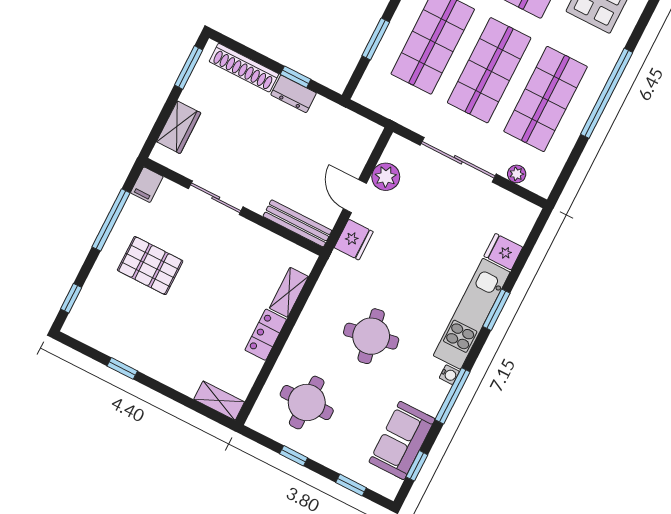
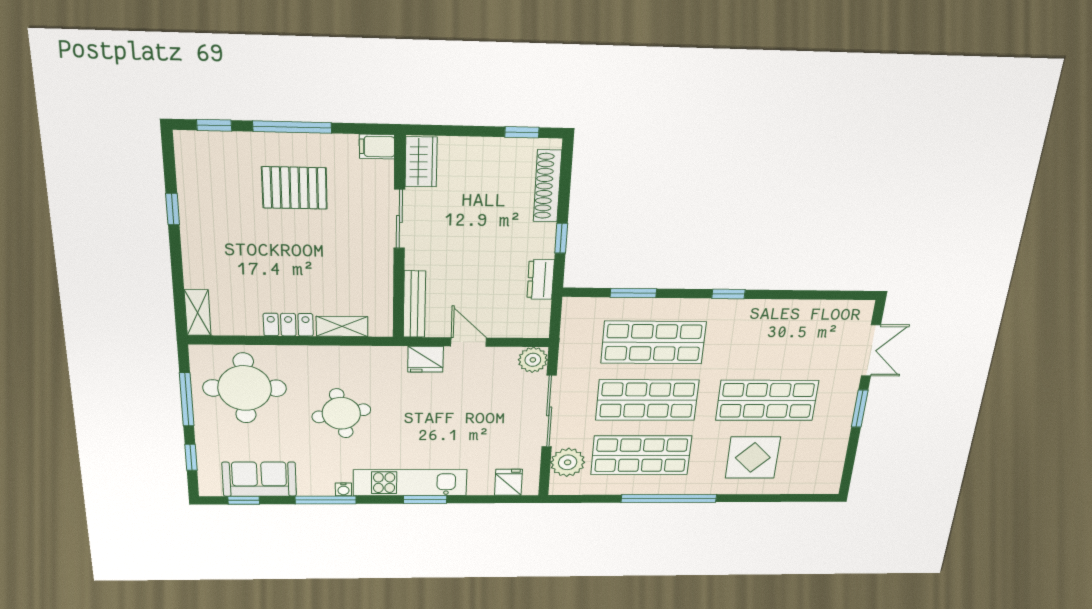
window: (189, 68) -> (522, 132), width x0.67
dresser: (294, 94) -> (541, 279), moved
wardrobe: (179, 127) -> (421, 162), moved, turned -90
plant: (517, 174) -> (568, 462), width x1.88, depth x1.88
plant: (386, 177) -> (533, 360), moved
door: (355, 196) -> (469, 342), hinge flipped
window: (111, 220) -> (292, 127), moved
fridge: (503, 252) -> (508, 482), moved
pallet: (150, 266) -> (294, 188), turned 90
round table: (307, 403) -> (245, 388), width x1.36, depth x1.36
window: (294, 456) -> (187, 399), width x2.17

